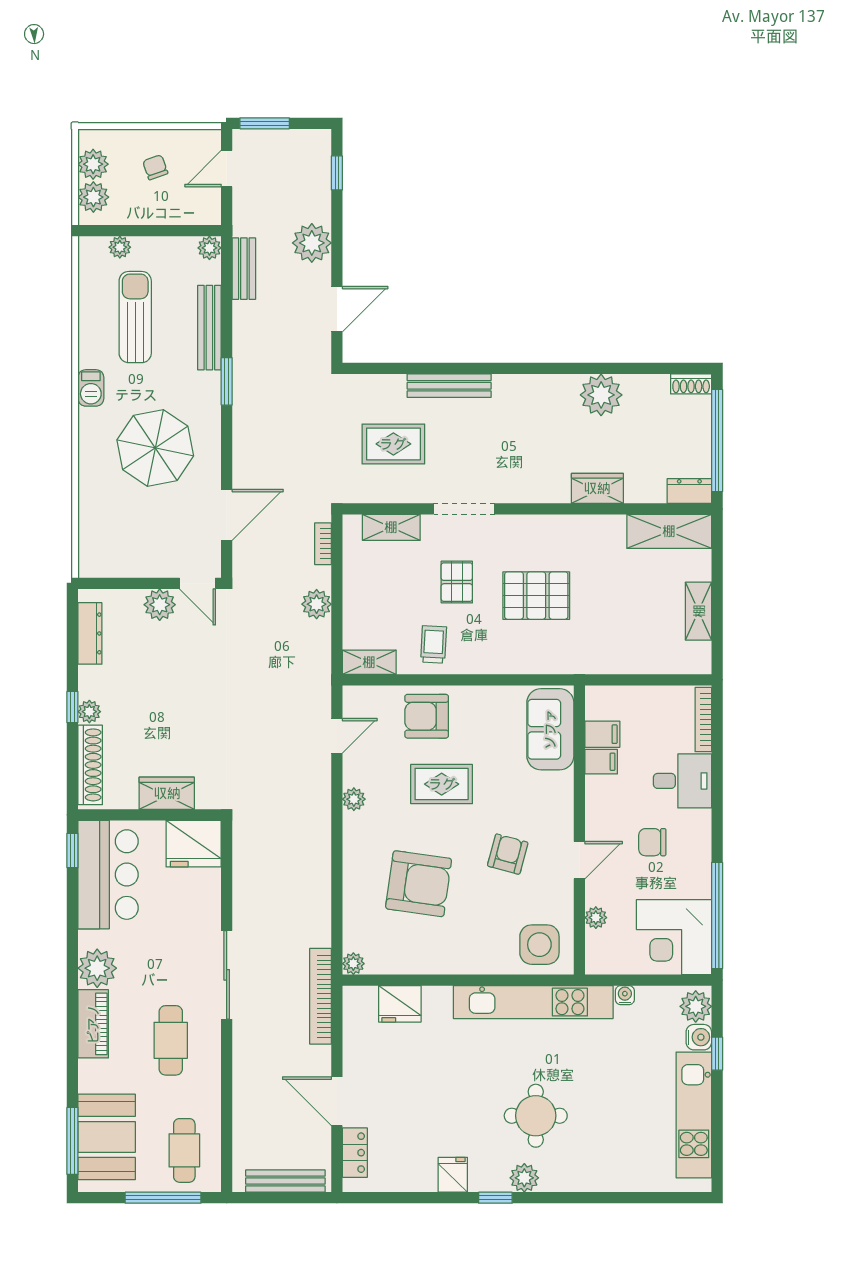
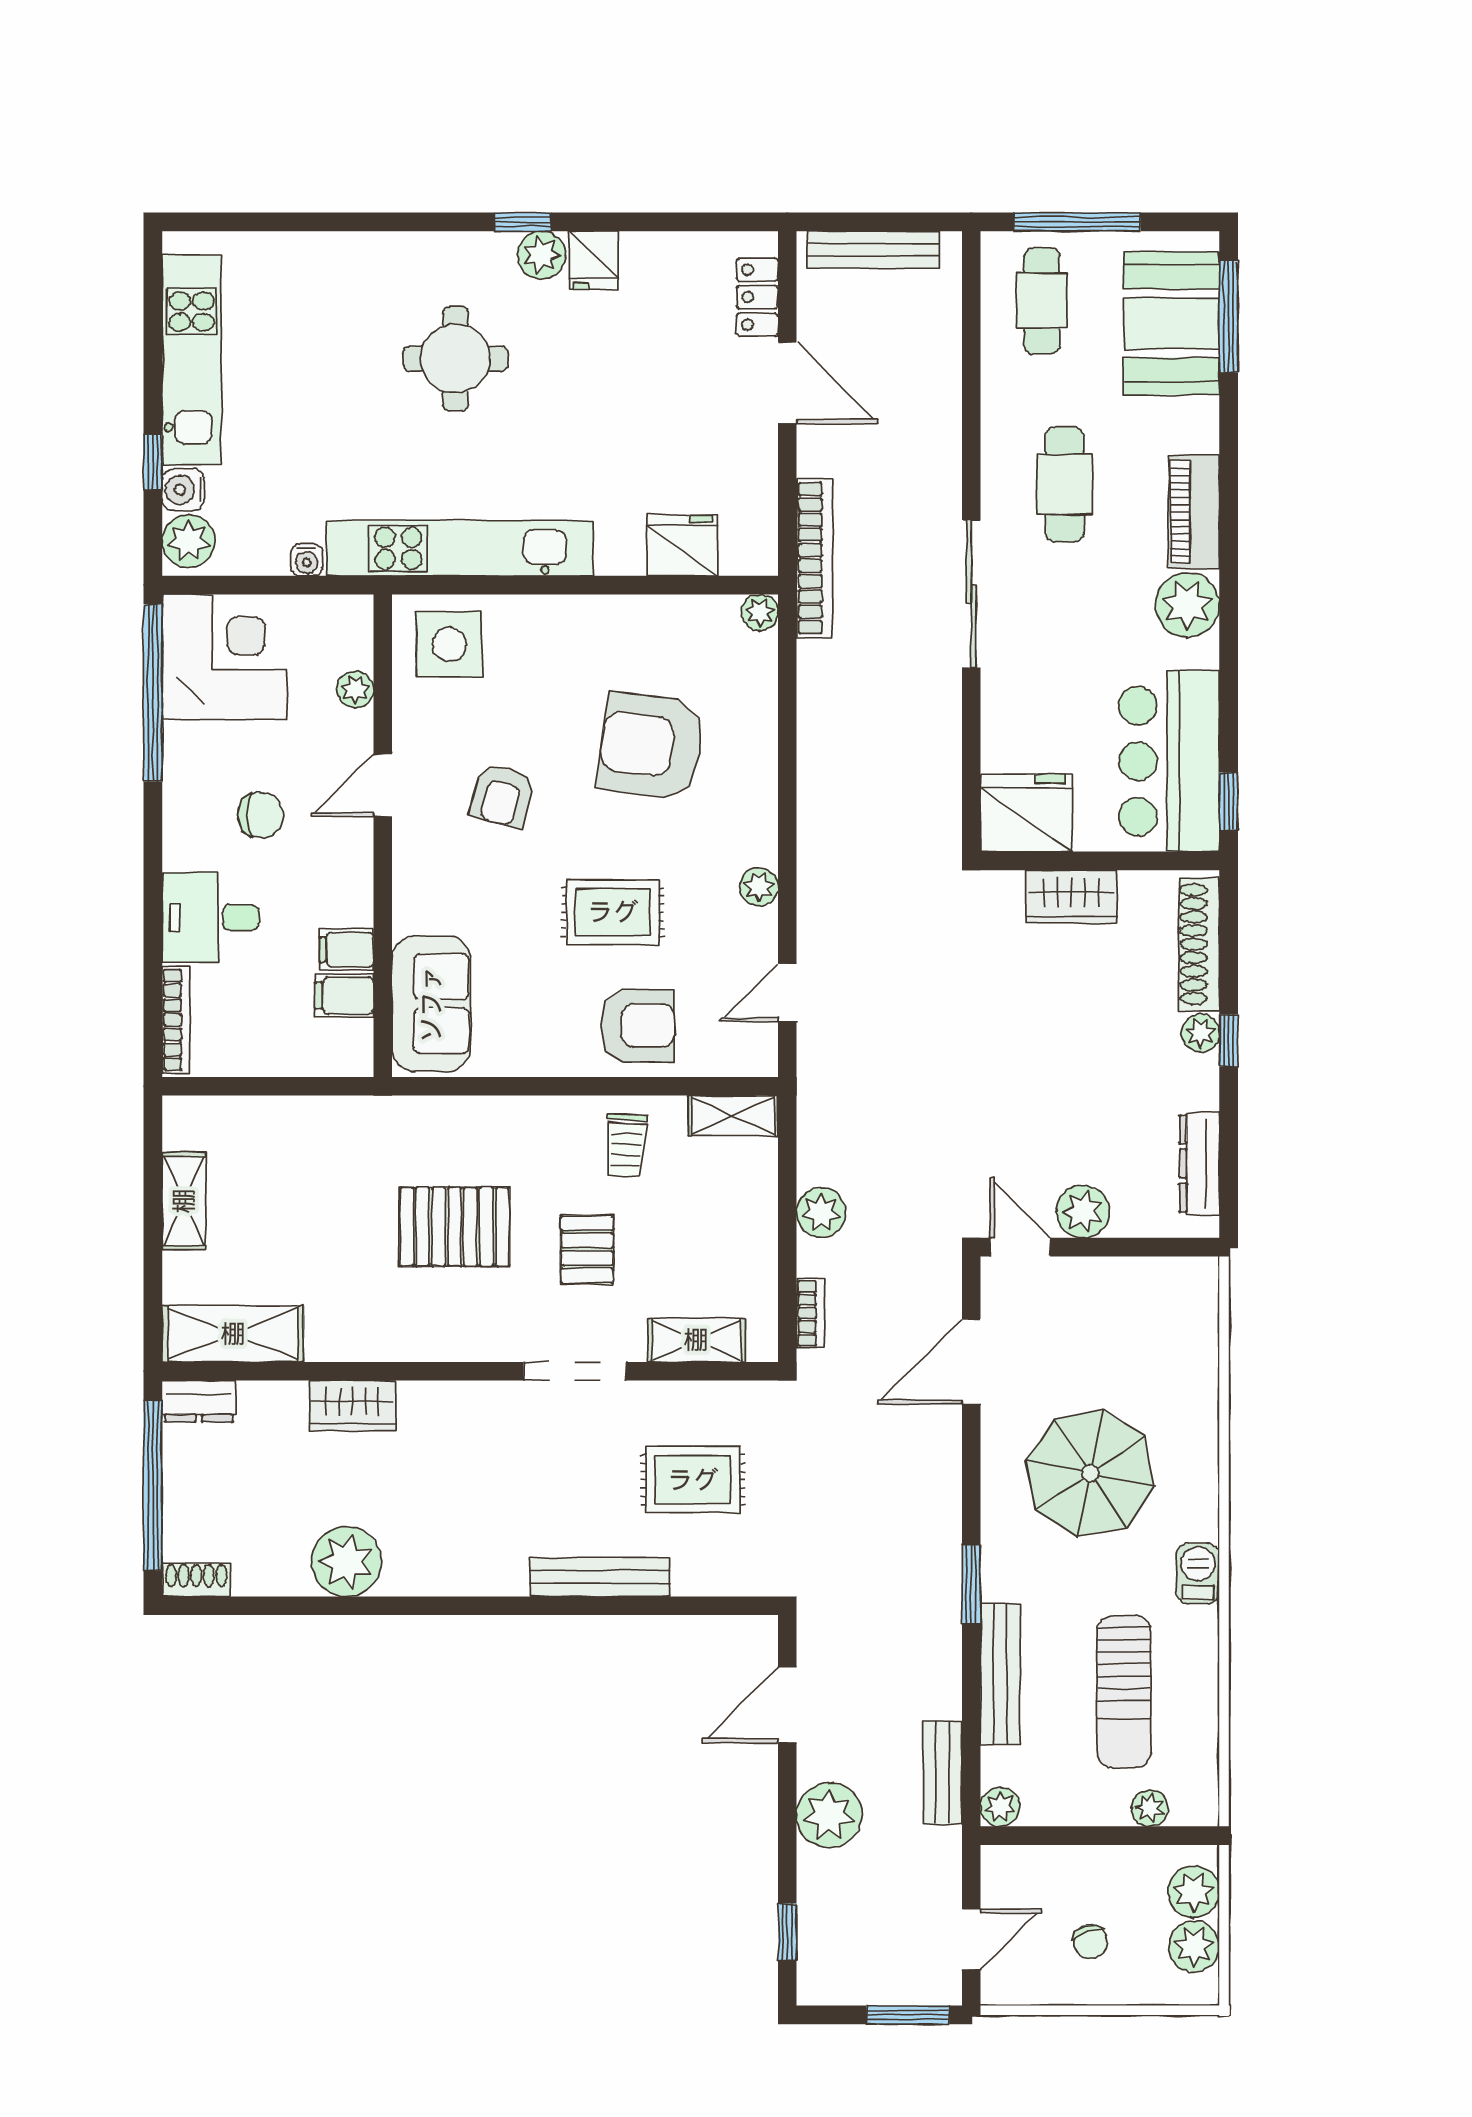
plant: (524, 1178) -> (542, 255), moved

